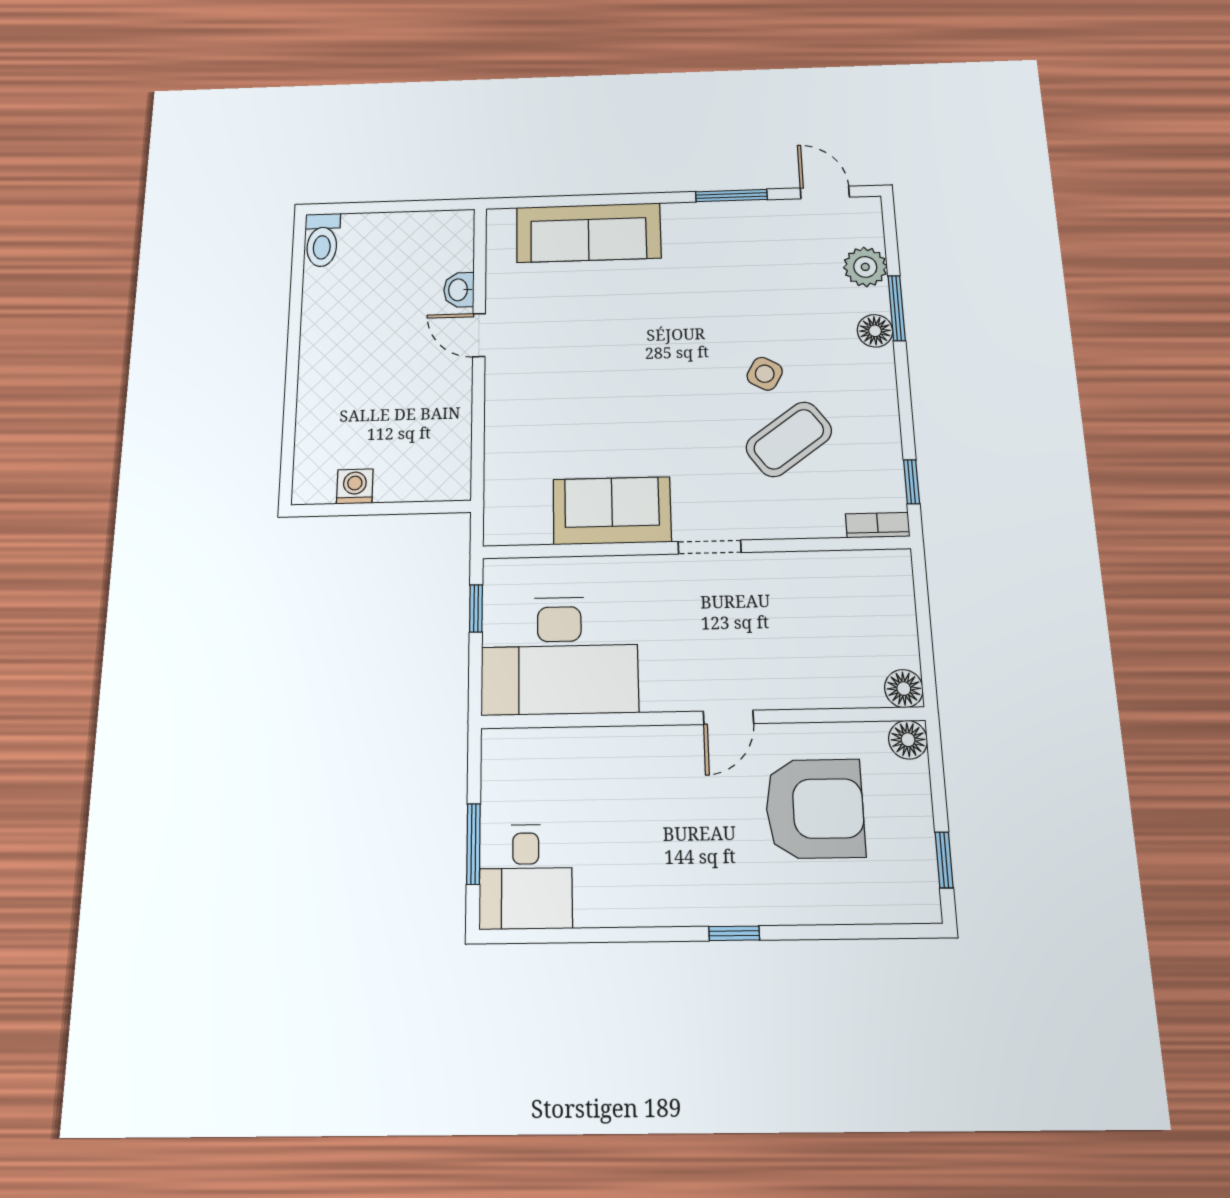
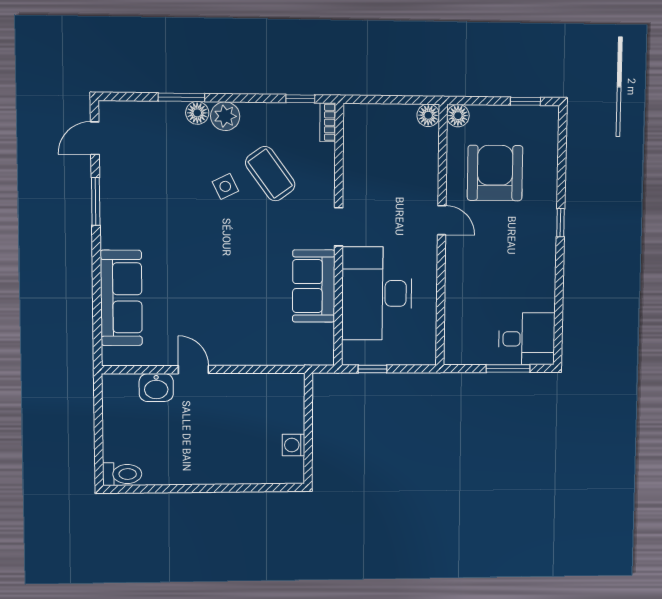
plant: (865, 267) -> (225, 116), moved
washbasin: (459, 290) -> (156, 388), width x1.38, depth x1.45
door: (479, 335) -> (193, 370), swing flipped
side table: (765, 374) -> (225, 186), turned 35
desk: (559, 655) -> (377, 293), moved, turned 180

